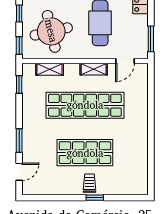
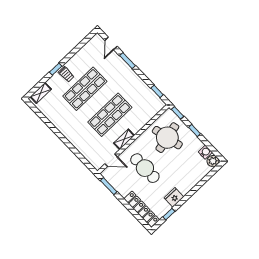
door: (125, 61) -> (111, 160), swing flipped
shelving: (50, 69) -> (41, 93), moved
shop shelf: (85, 105) -> (110, 115), width x0.71

